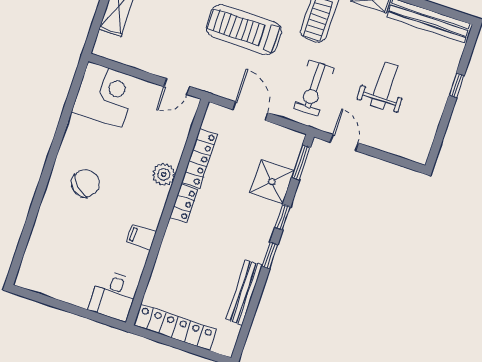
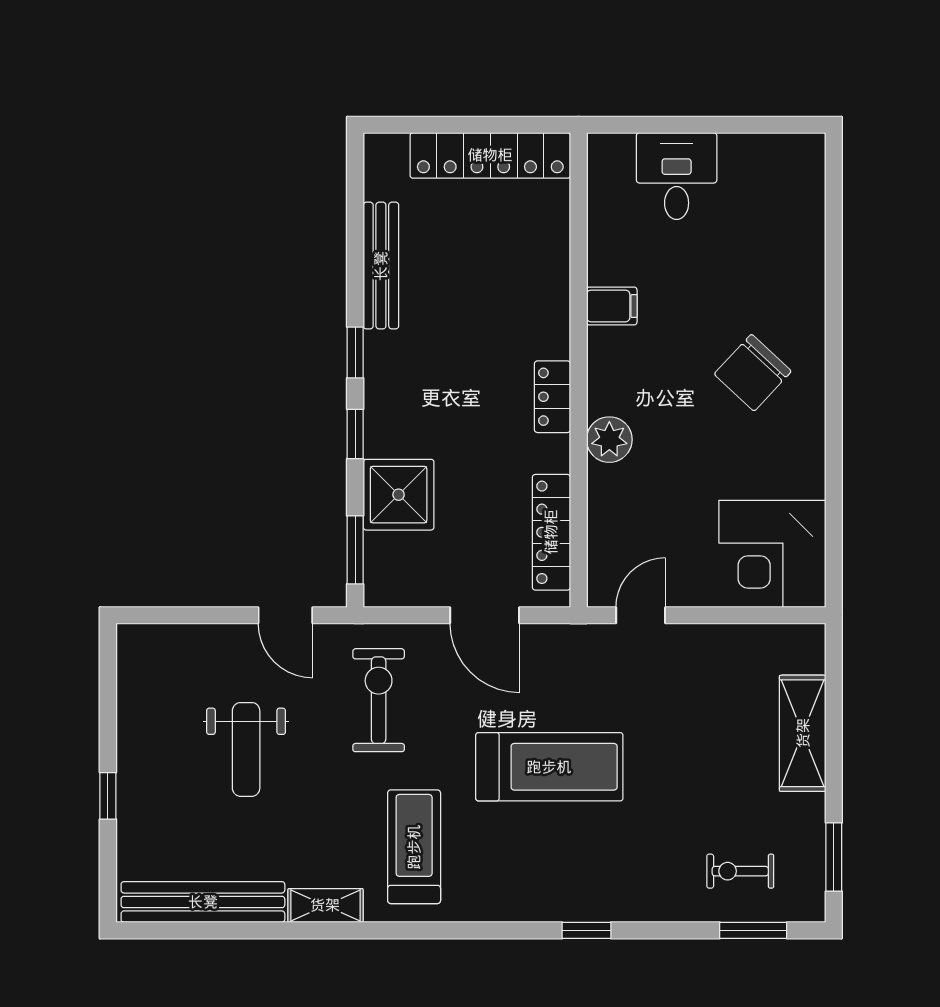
locker: (200, 158) -> (551, 532), moved
desk: (113, 296) -> (677, 176), moved

